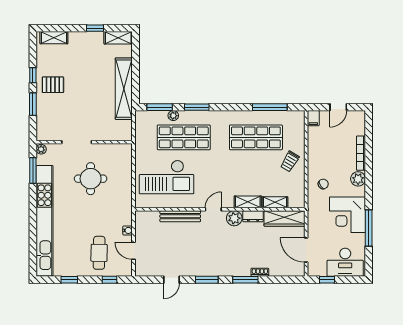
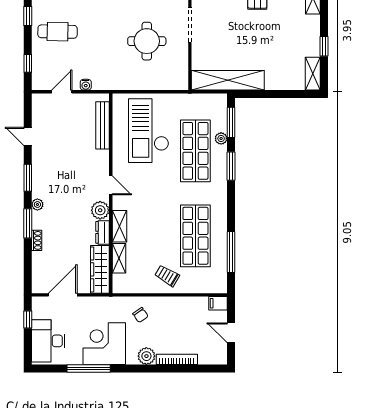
shelving: (124, 89) -> (228, 80), moved
bench: (180, 216) -> (103, 125), moved
cafe table: (99, 253) -> (58, 32), moved
plant: (229, 272) -> (37, 204), added

